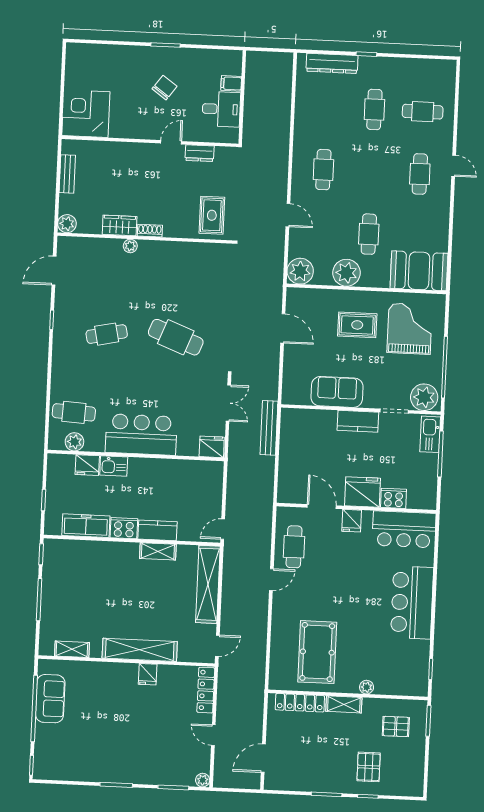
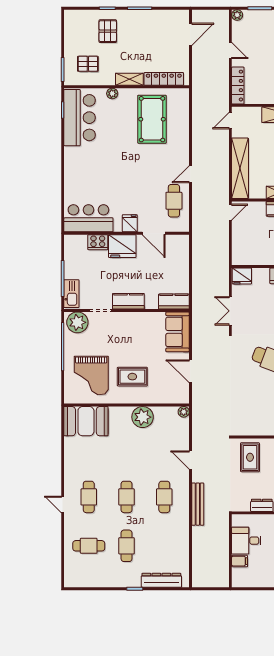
cafe table: (369, 234) -> (127, 497), moved
plant: (300, 271) -> (184, 412), width x0.53, depth x0.53
sofa: (337, 392) -> (177, 332), moved, turned 90
kitchen counter: (300, 418) -> (174, 302), added
bench: (269, 428) -> (198, 504), moved
bar counter: (412, 602) -> (80, 118), moved

